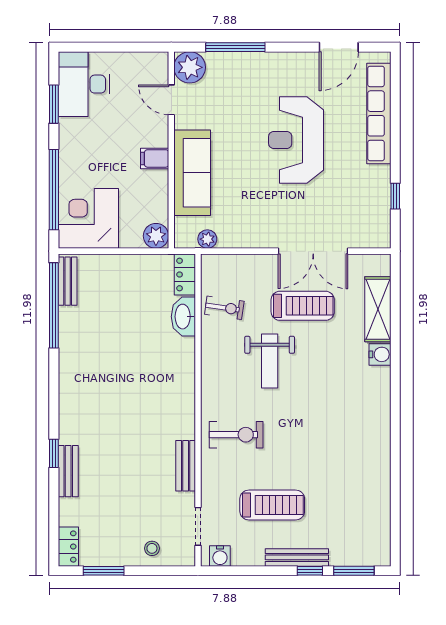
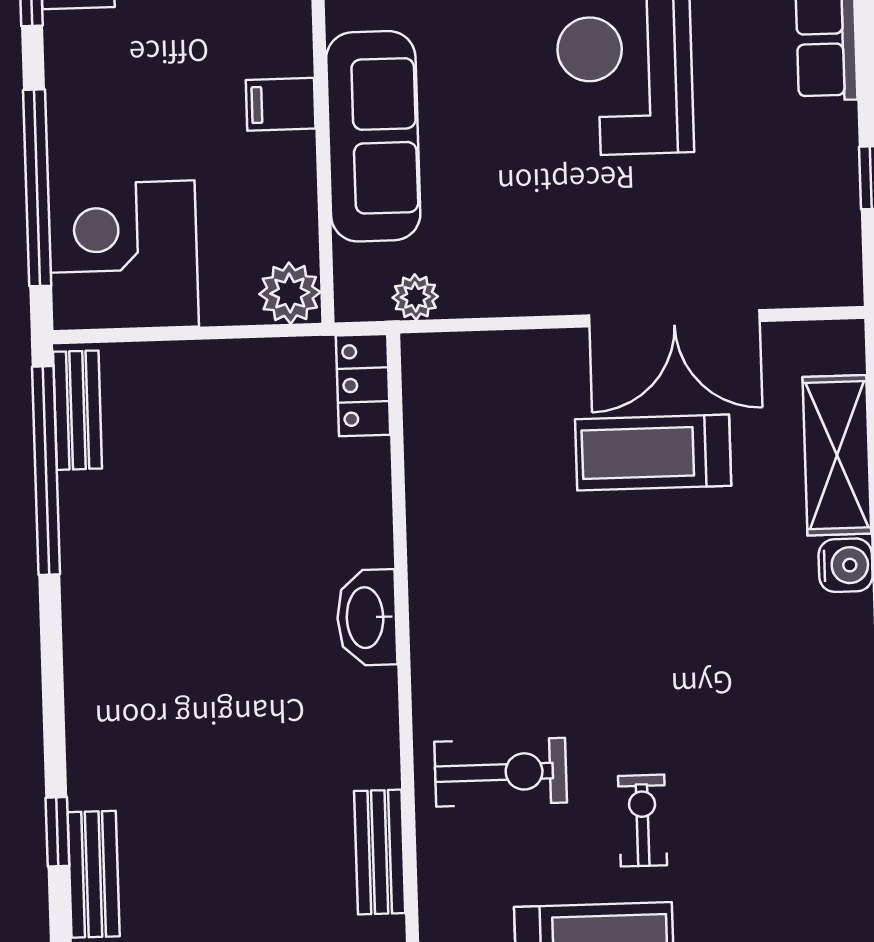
treadmill: (303, 306) -> (653, 452), turned 180
exercise bike: (224, 308) -> (643, 821), moved, turned -98
washbasin: (183, 317) -> (367, 618), moved
weight bench: (270, 361) -> (577, 590), removed

